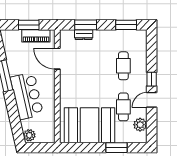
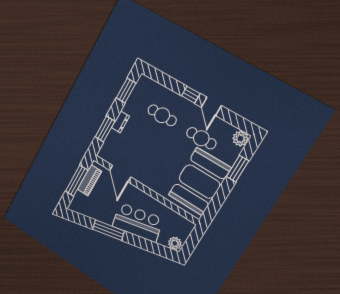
window: (29, 25) -> (77, 181), width x1.44
dresser: (84, 35) -> (120, 122), moved
door: (57, 59) -> (120, 174), hinge flipped
plant: (140, 125) -> (240, 138), moved

